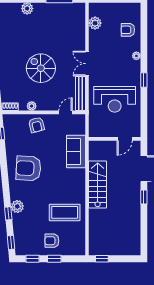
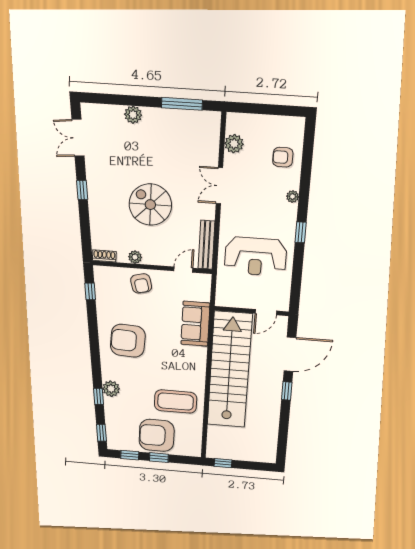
double door: (87, 64) -> (219, 186), moved
stairs: (98, 184) -> (230, 370), width x1.86, depth x1.51
armchair: (52, 241) -> (157, 435), width x1.88, depth x1.88

